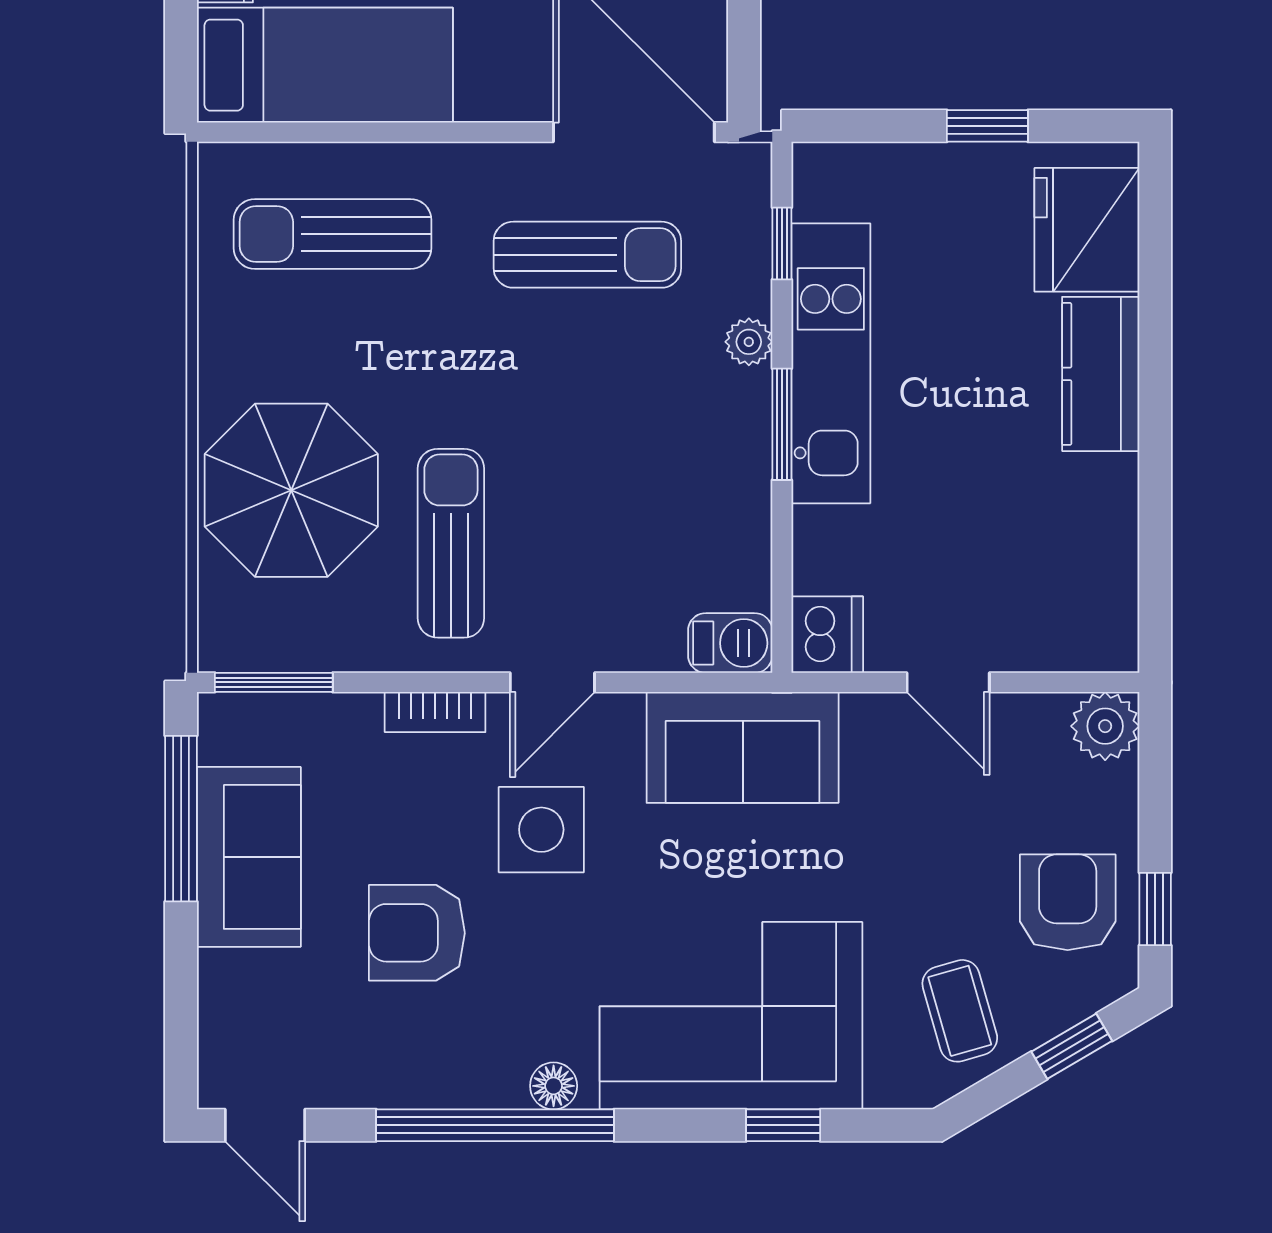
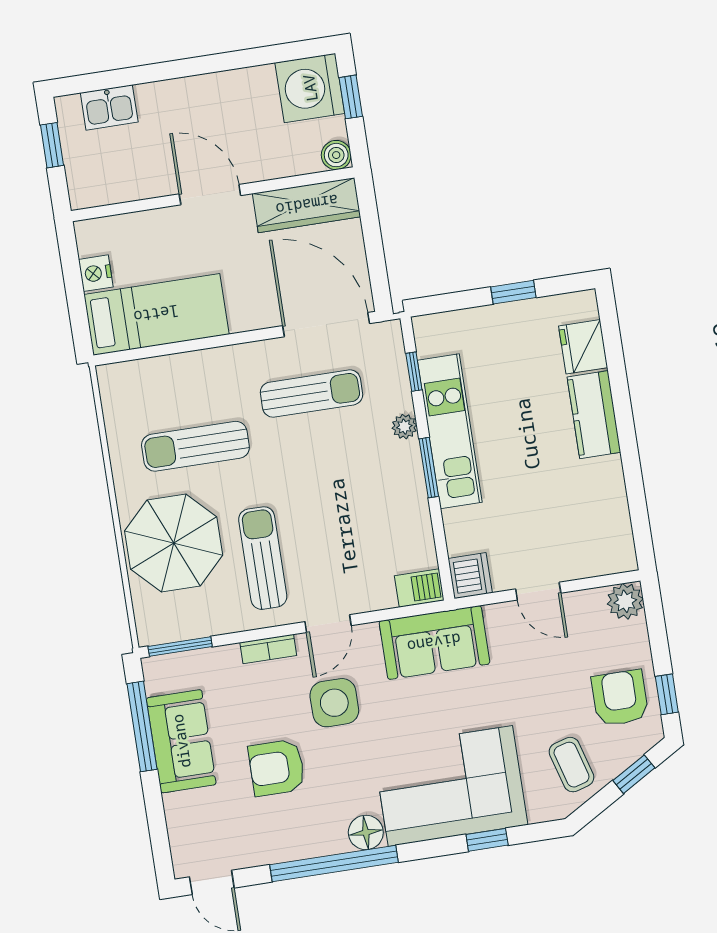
fridge: (1087, 230) -> (583, 347), width x0.73, depth x0.75
sun lounger: (333, 234) -> (195, 446), moved
floor lamp: (554, 1086) -> (366, 832), width x1.37, depth x1.37

